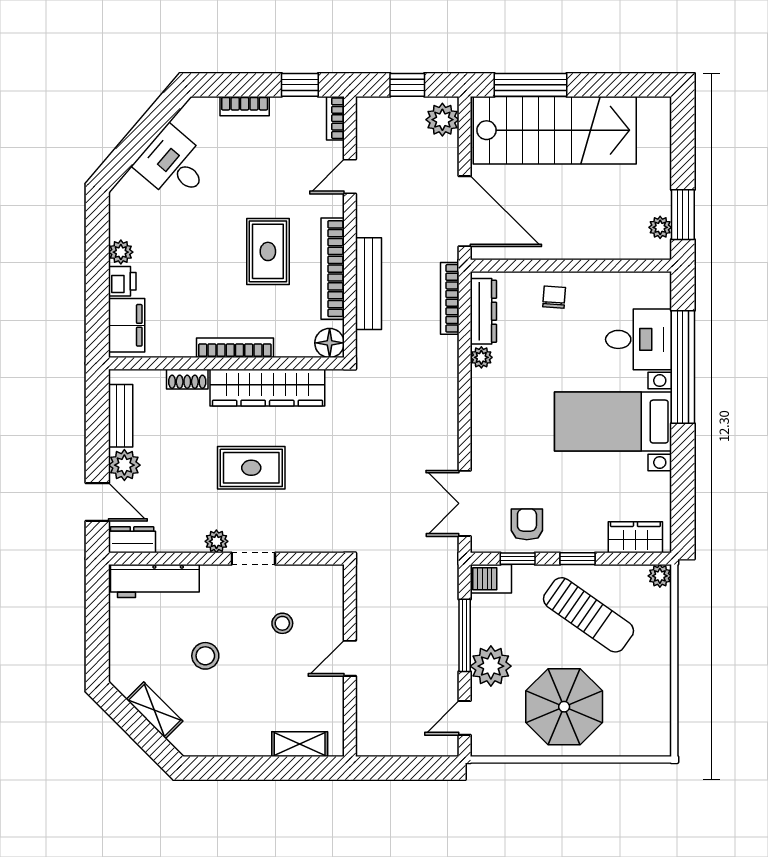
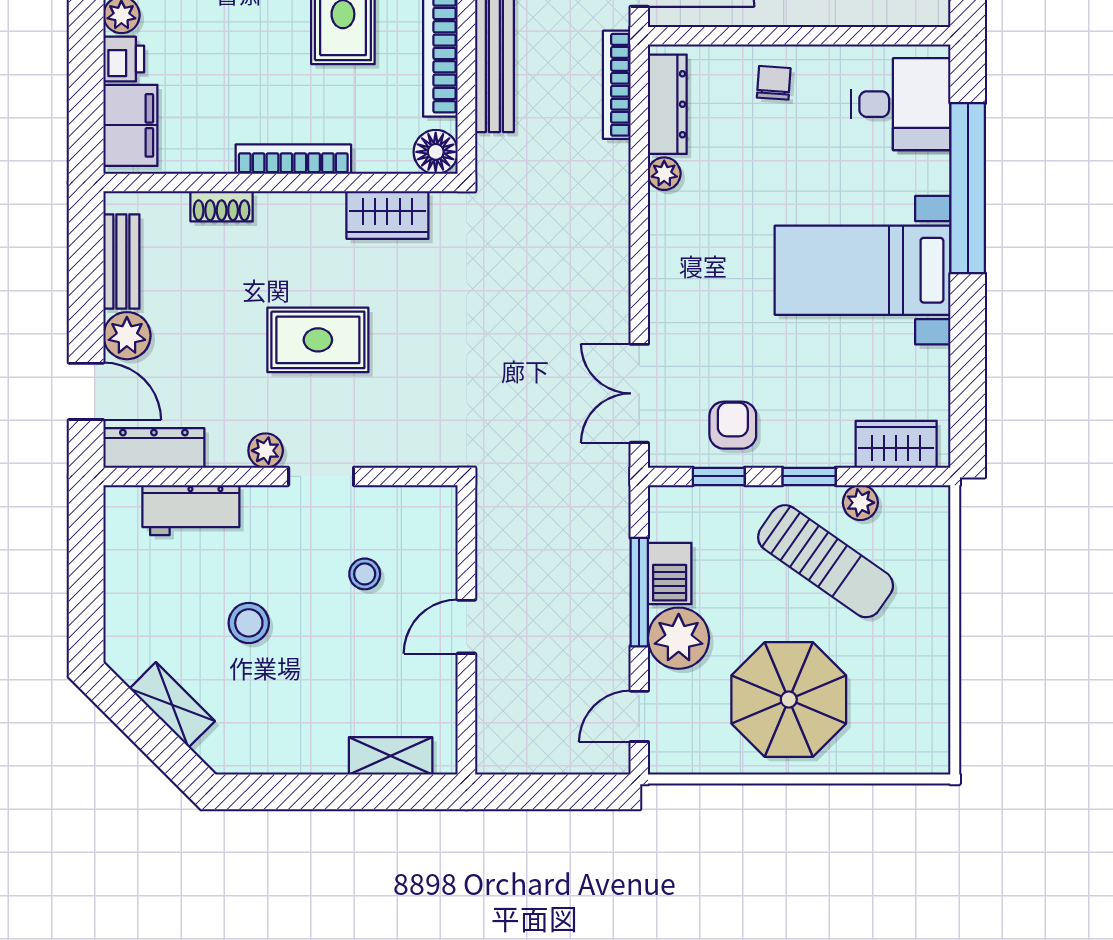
desk: (639, 339) -> (901, 104), moved
wardrobe: (267, 388) -> (387, 215), width x0.48, depth x0.85
dresser: (132, 540) -> (154, 448), width x1.44
plant: (660, 576) -> (860, 503), moved
barbecue: (491, 579) -> (670, 573), moved, turned -90
workbench: (155, 581) -> (191, 510), width x0.73

